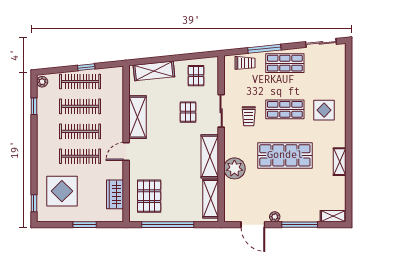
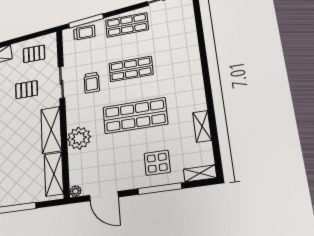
window: (264, 49) -> (86, 21), moved
pallet: (196, 76) -> (34, 54), turned 90
display table: (324, 110) -> (157, 163), moved
pallet: (188, 112) -> (27, 90), turned 90
shelving: (340, 162) -> (202, 126), moved
plant: (275, 217) -> (76, 191), moved

